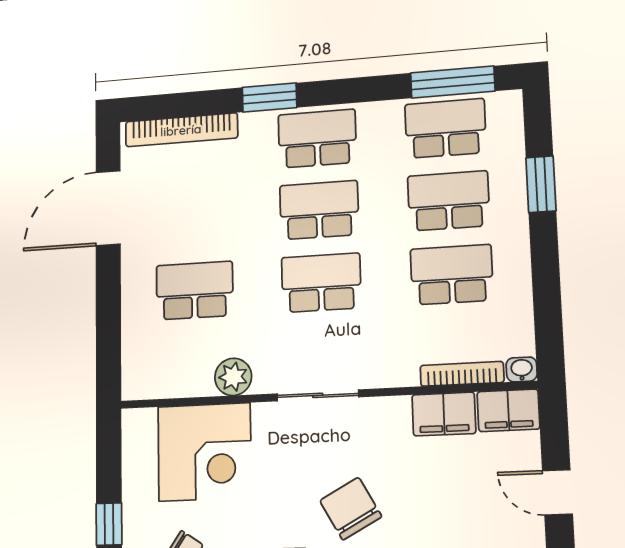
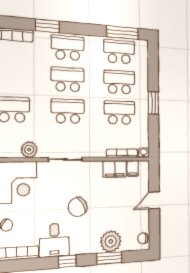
window: (541, 184) -> (153, 103), moved
filing cabinet: (508, 410) -> (133, 169), width x0.50
door: (557, 492) -> (154, 200), hinge flipped
chair: (351, 509) -> (78, 207), turned -92

